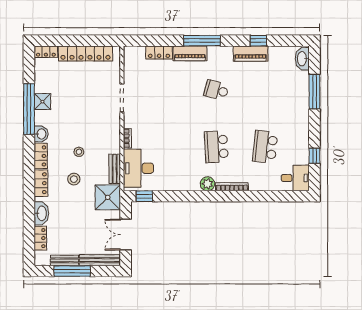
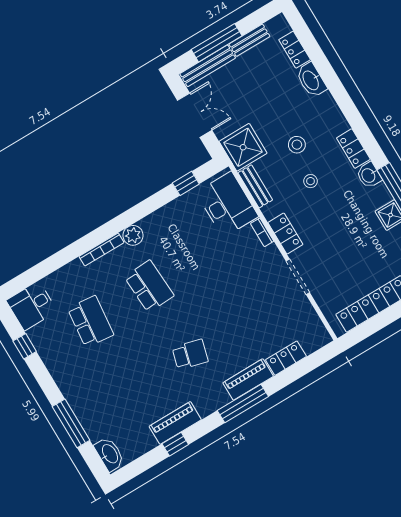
locker: (41, 183) -> (285, 234), moved, turned 180
window: (144, 196) -> (186, 183), moved
window: (72, 271) -> (217, 43), moved

